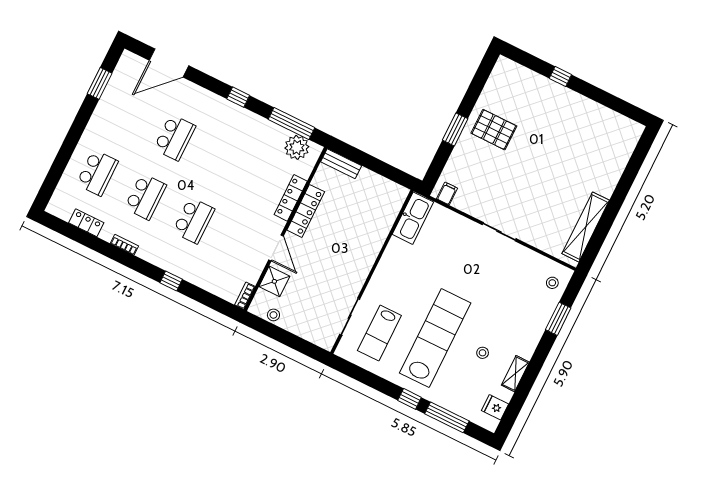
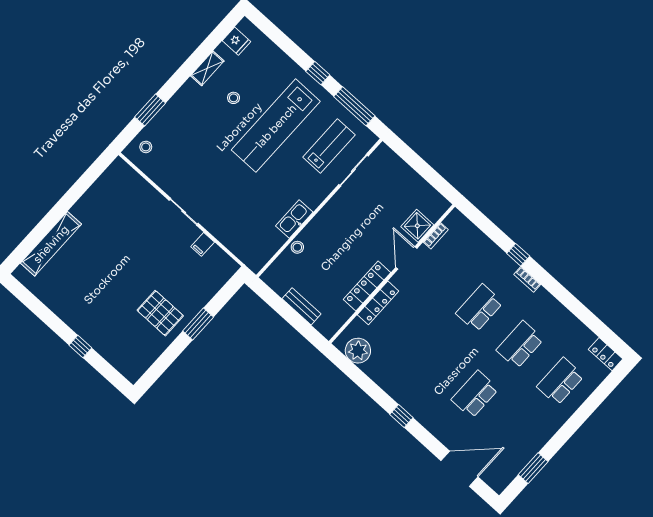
window: (291, 124) -> (357, 375), removed
bench: (341, 164) -> (302, 306), moved
filing cabinet: (447, 194) -> (203, 244), moved
kitchen sink: (413, 218) -> (294, 219), moved, width x0.73, depth x0.81
locker: (86, 223) -> (606, 354), moved
shelving: (586, 227) -> (51, 244), moved
bookcase: (124, 245) -> (527, 279), moved
bookcase: (245, 296) -> (436, 236), moved
stool: (273, 315) -> (297, 247), moved
window: (447, 417) -> (354, 106), moved

